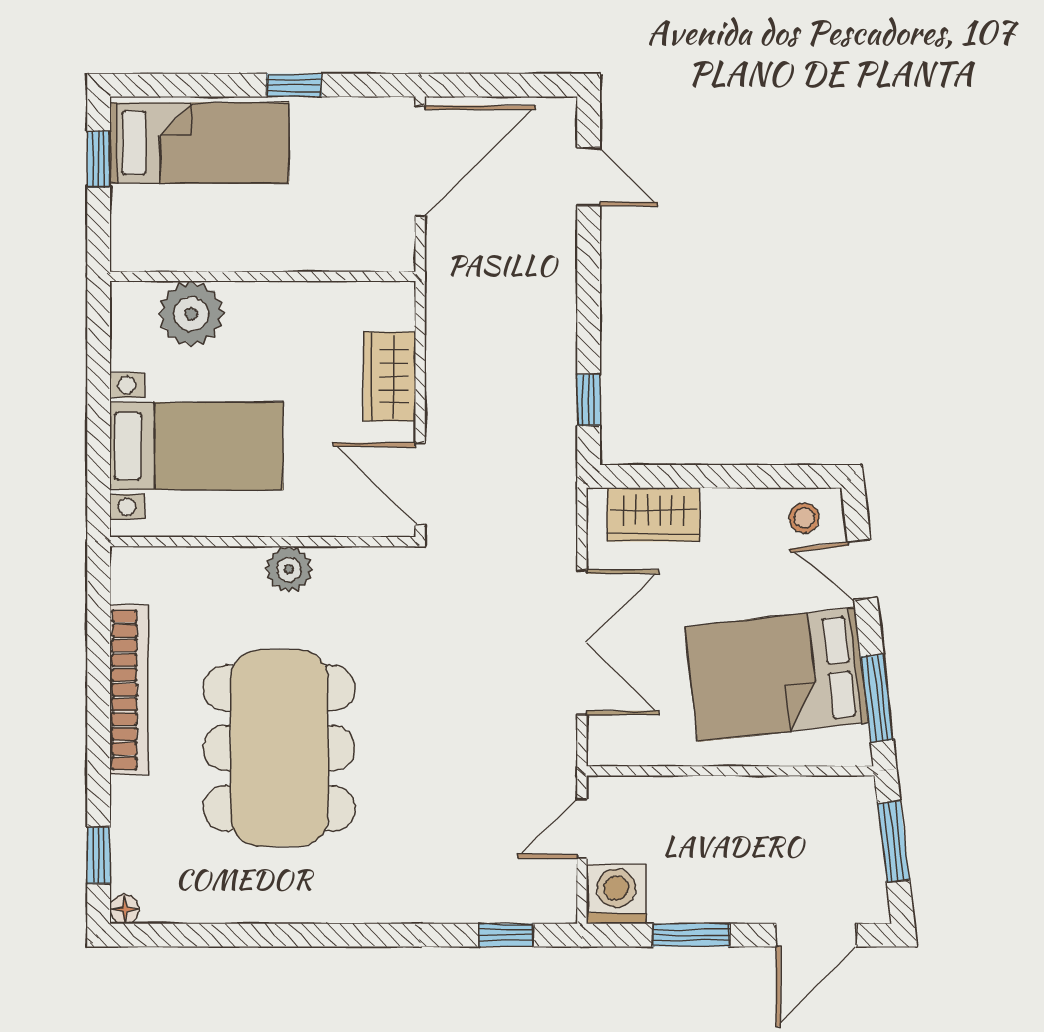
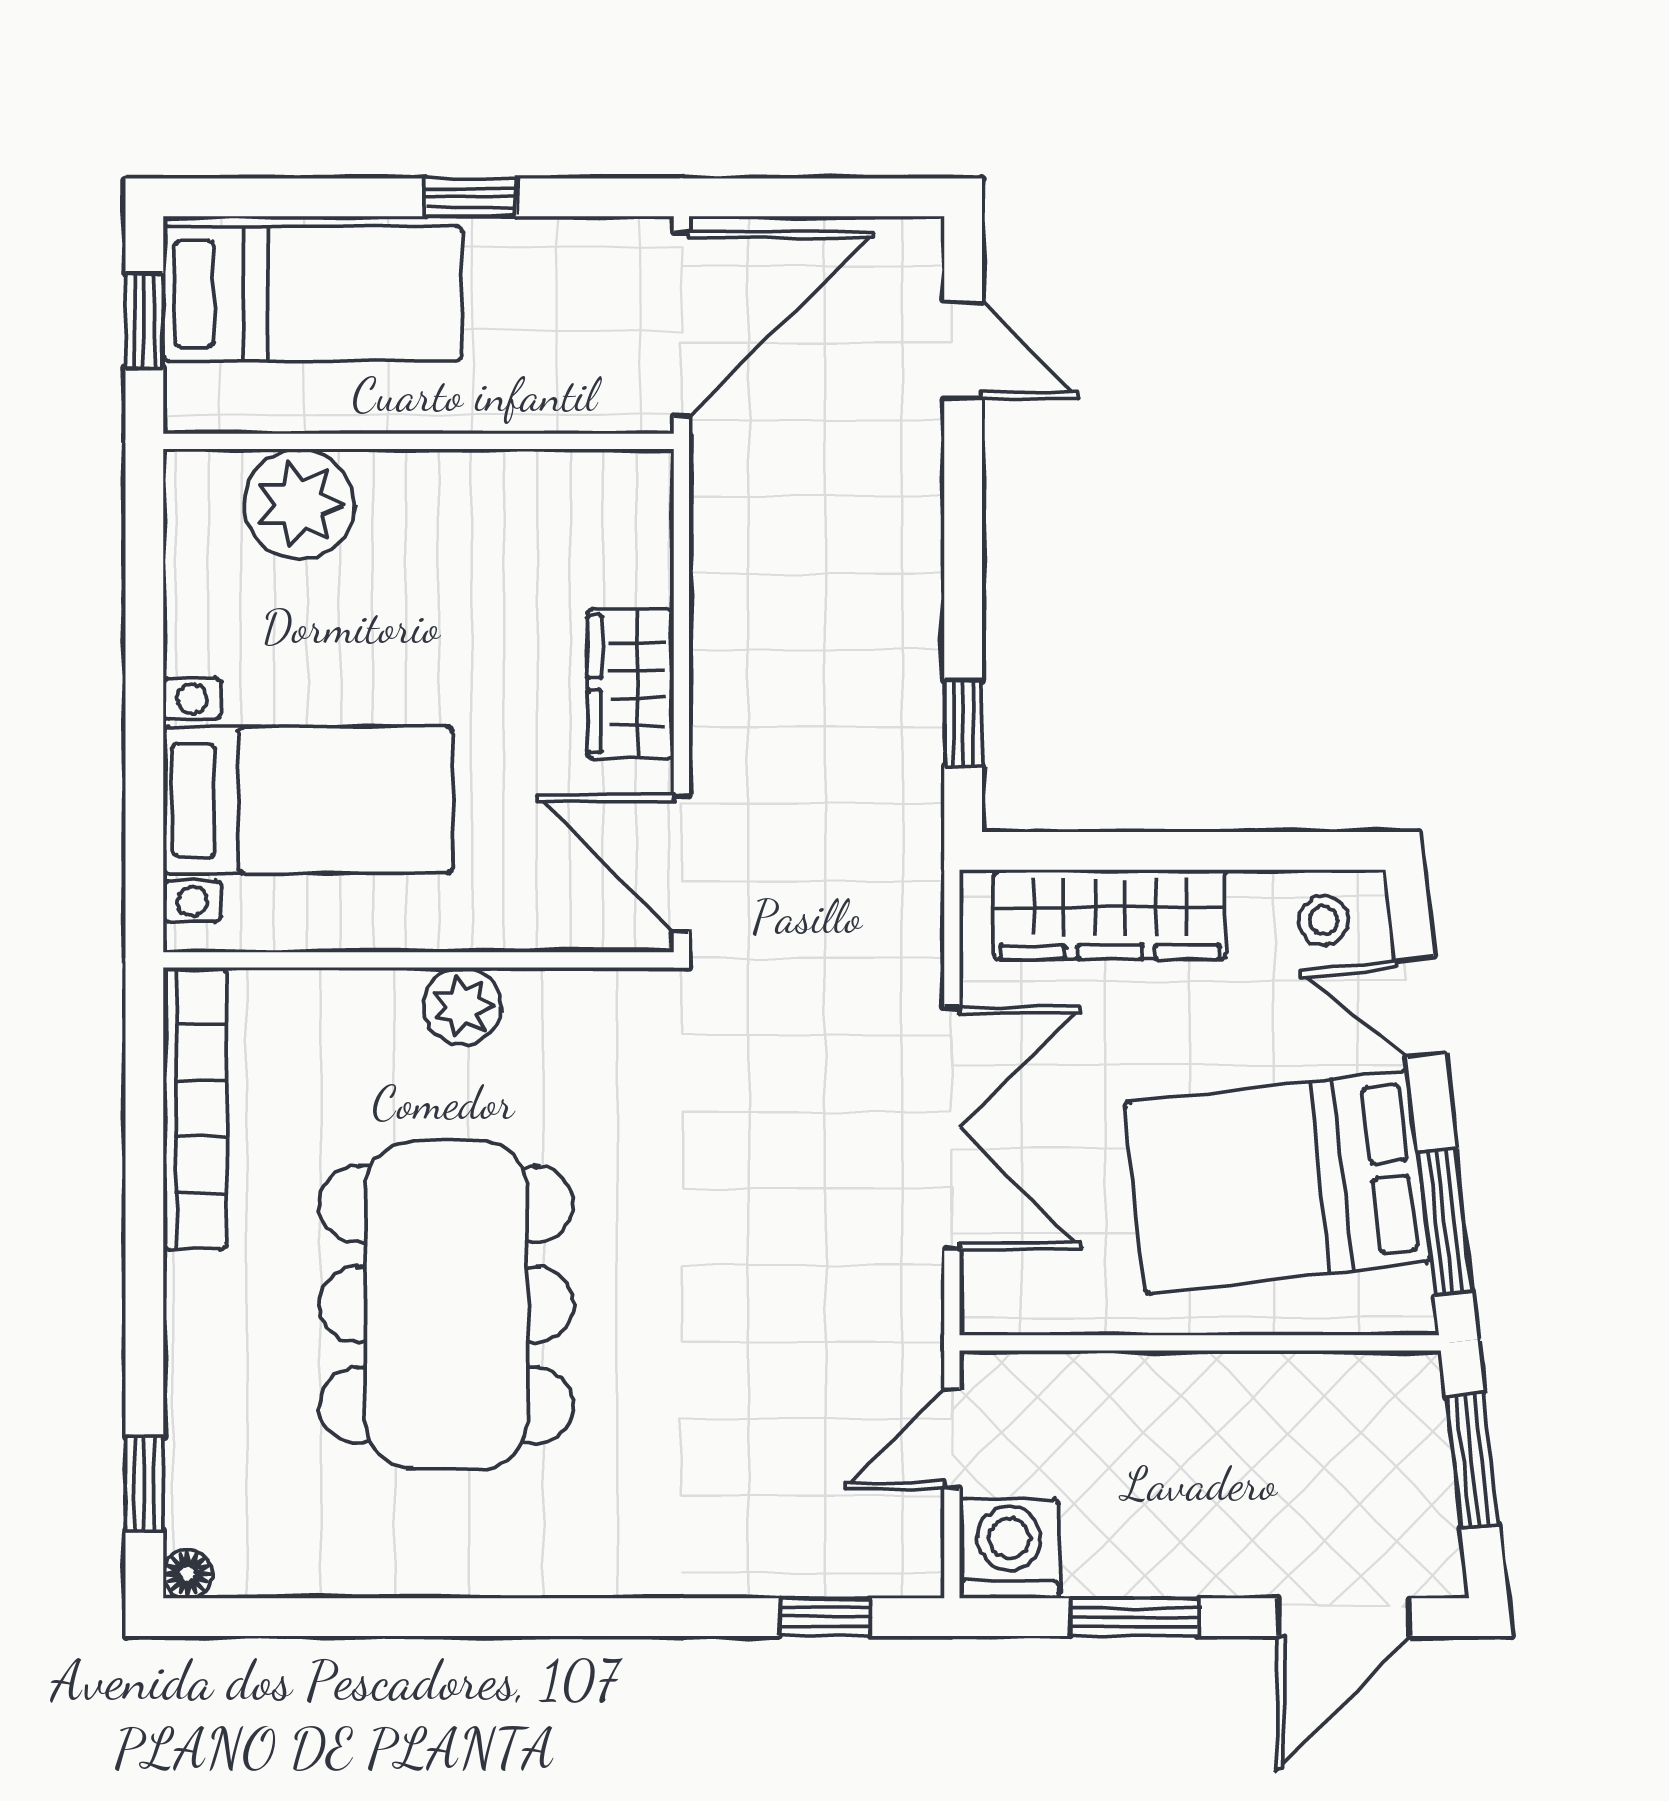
wall: (263, 276) -> (419, 441), moved
plant: (191, 314) -> (299, 504), moved
wardrobe: (653, 515) -> (1110, 915), width x1.50
bookcase: (129, 690) -> (195, 1108), moved

